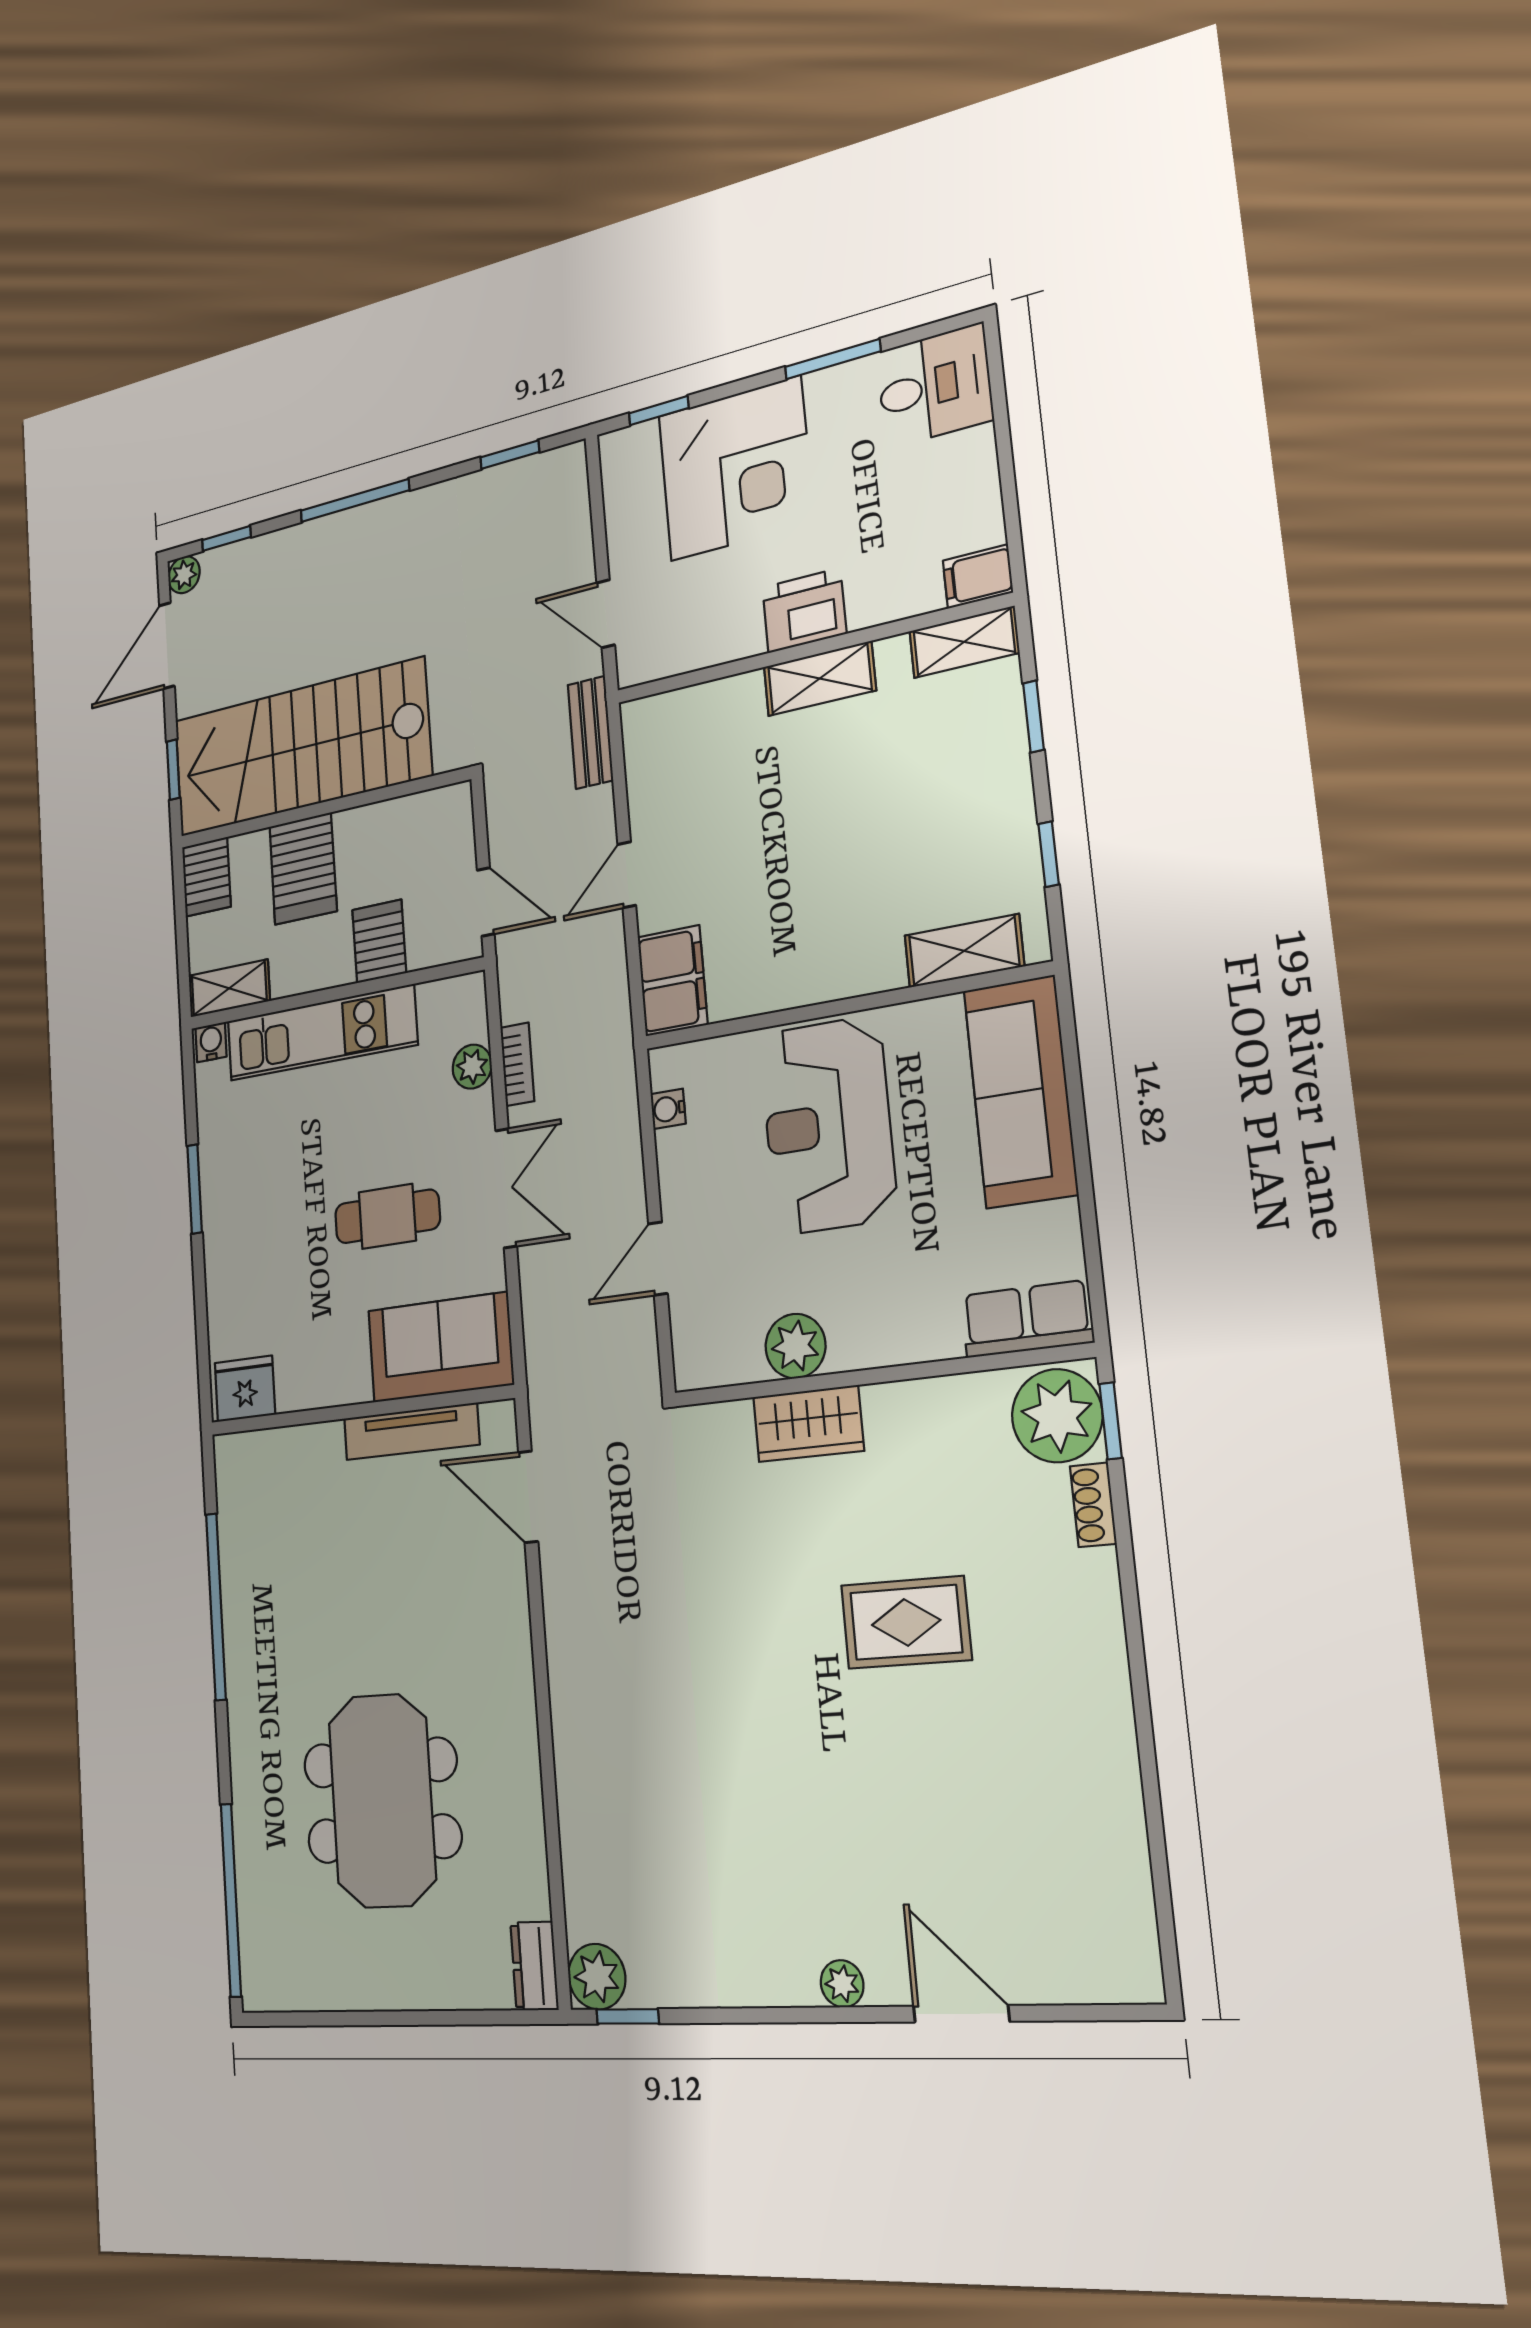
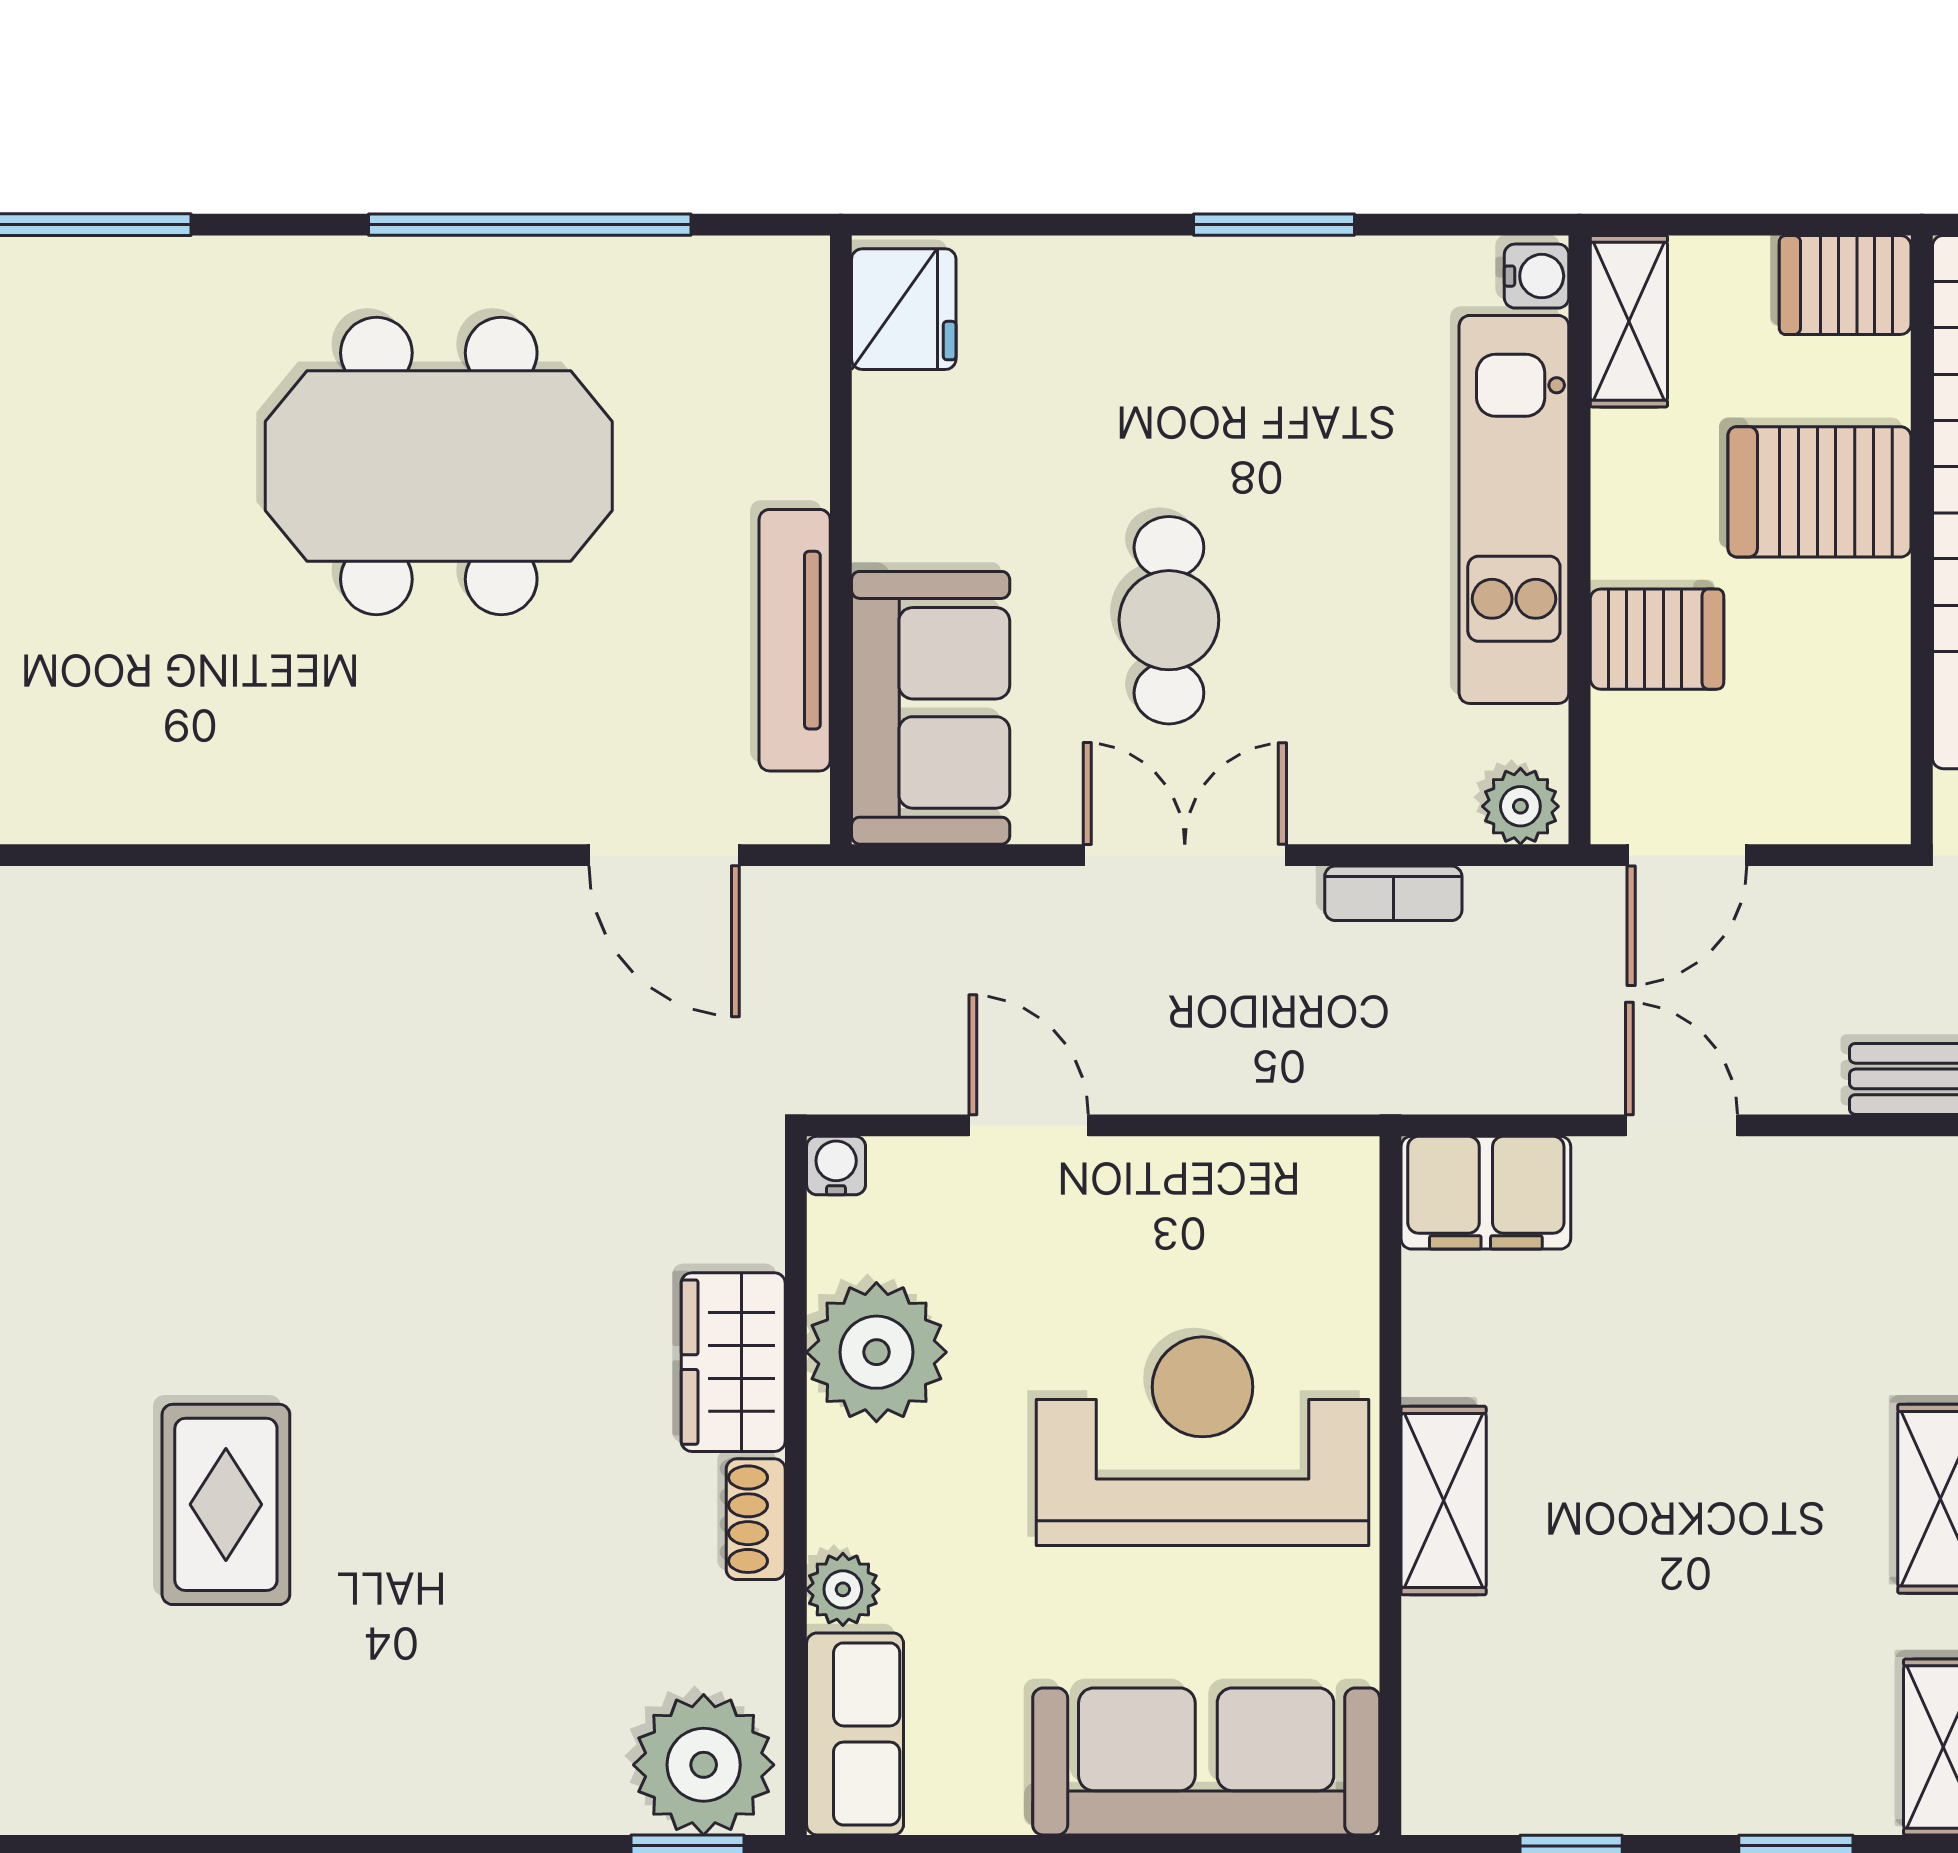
shelving: (964, 951) -> (1444, 1501), moved
plant: (472, 1067) -> (1520, 806), moved
water cooler: (668, 1109) -> (836, 1166), moved
double door: (506, 1188) -> (1185, 855), swing flipped
plant: (938, 1338) -> (843, 1589), added
plant: (795, 1346) -> (876, 1352), width x1.36, depth x1.36
door: (528, 1497) -> (664, 855), swing flipped
shoe rack: (1093, 1505) -> (756, 1519), moved, turned -90
rug: (906, 1622) -> (226, 1504), moved
meeting table: (382, 1801) -> (439, 466), moved

